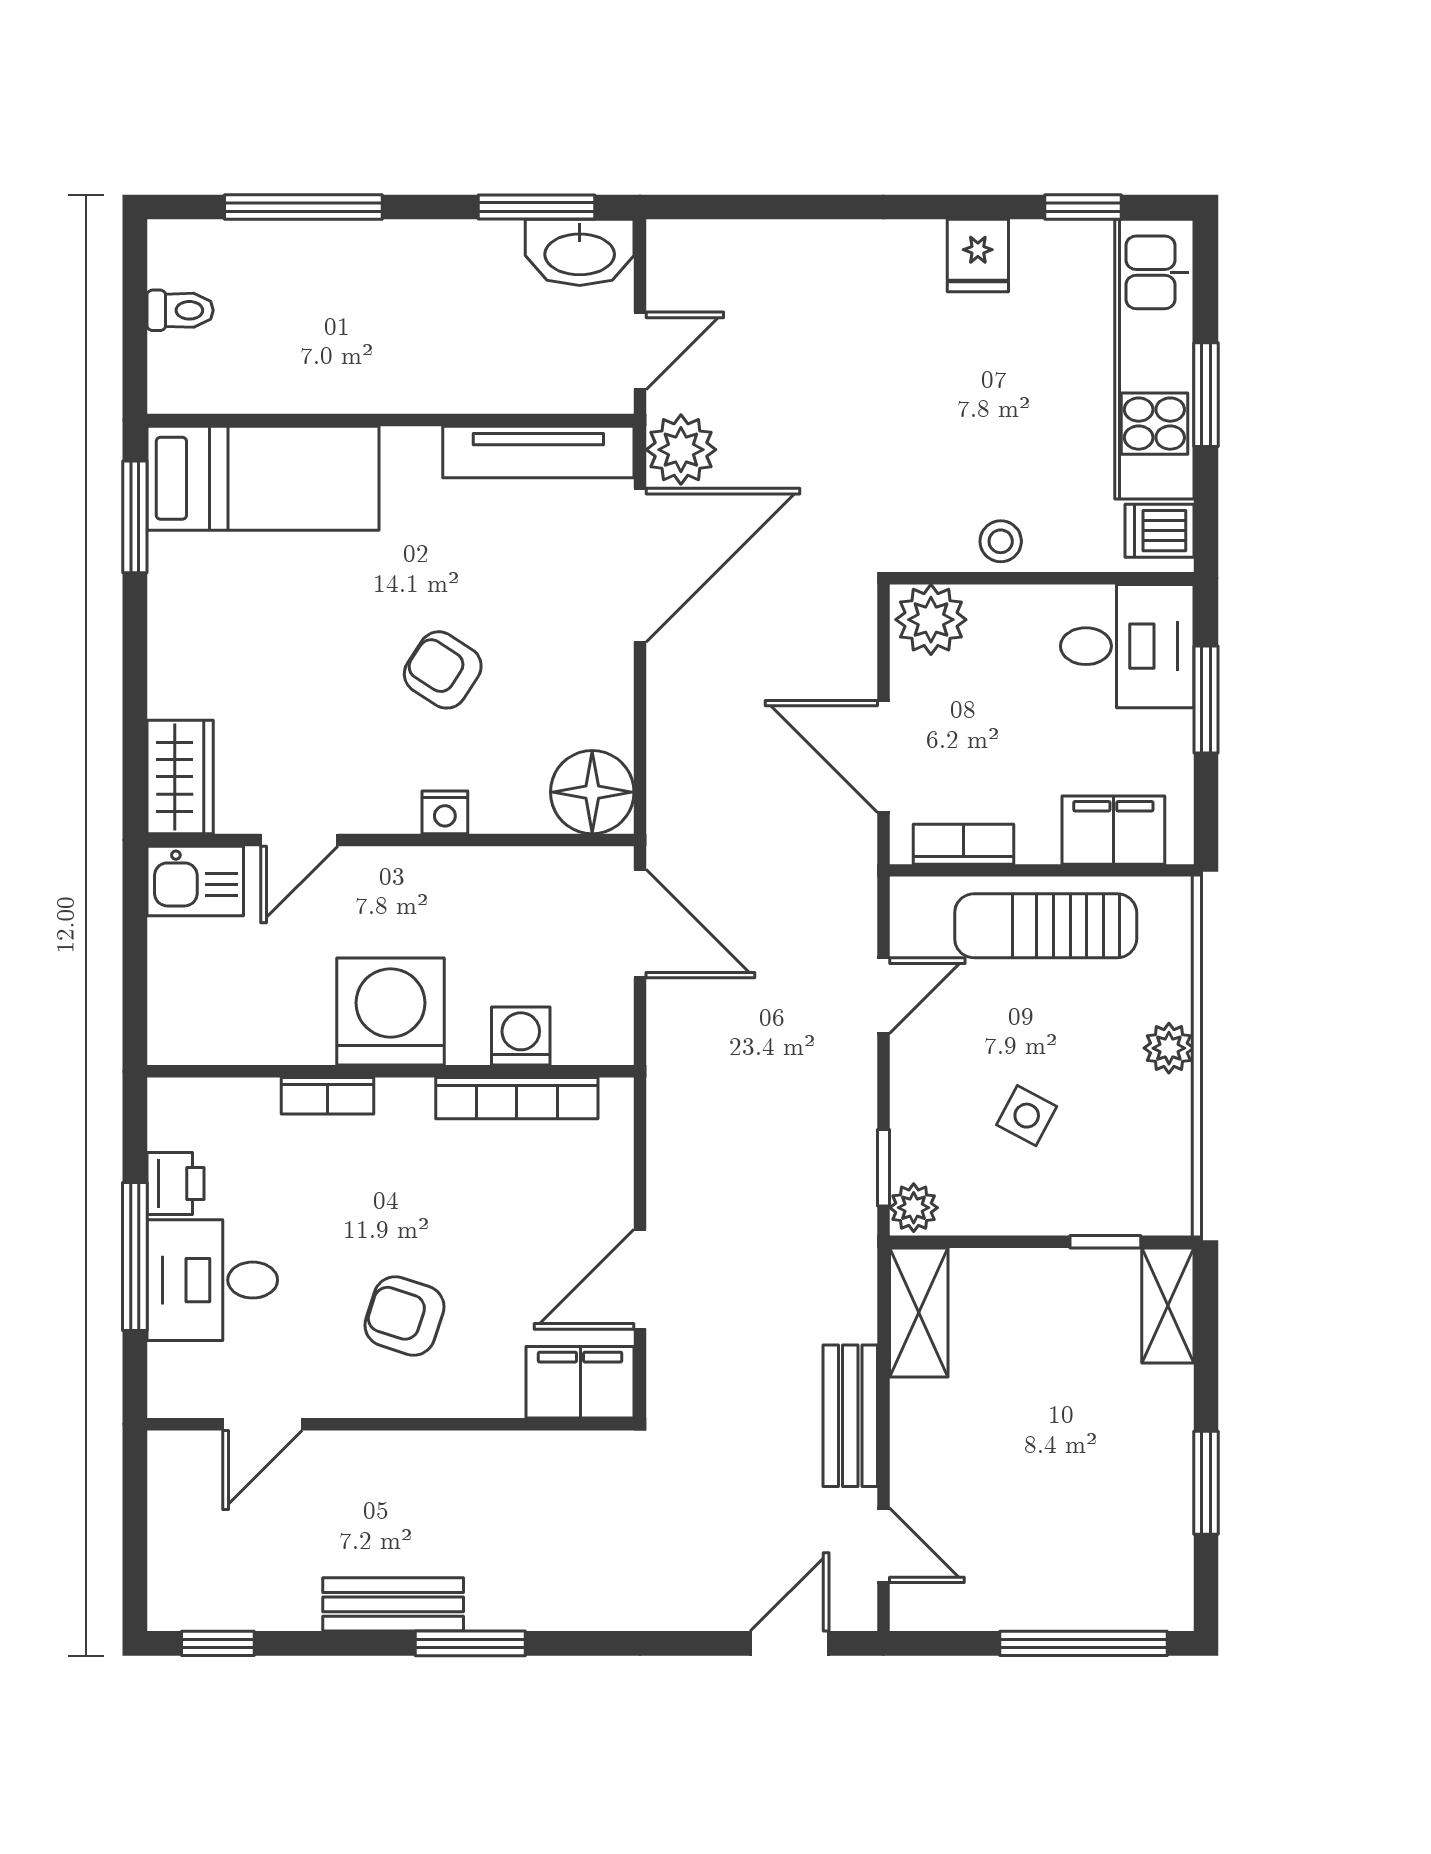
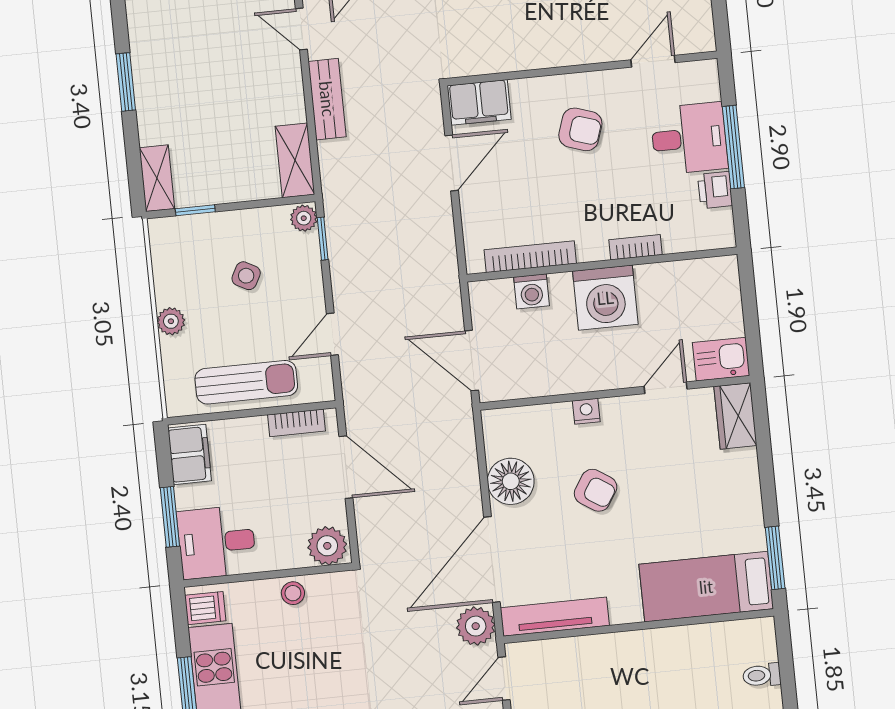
floor lamp: (592, 792) -> (511, 481), moved
filing cabinet: (1113, 830) -> (190, 454), moved, turned -90

